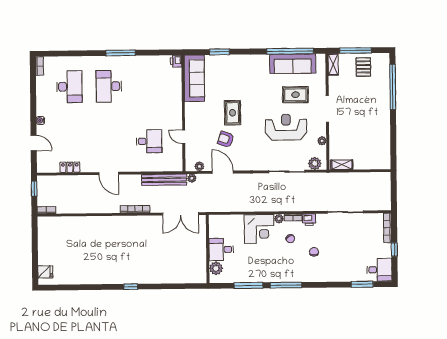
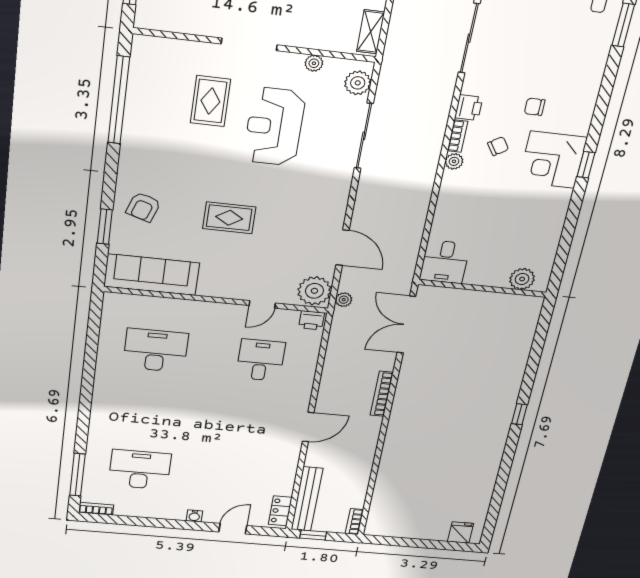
window: (121, 53) -> (77, 475), moved
printer: (176, 61) -> (312, 320), moved
sofa: (293, 64) -> (145, 98), removed
shelving: (333, 64) -> (157, 21), removed
desk: (109, 86) -> (156, 350), moved, turned 180
armchair: (226, 139) -> (143, 207), moved
plant: (199, 166) -> (314, 291), width x1.88, depth x1.88
locker: (70, 167) -> (280, 511), moved
door: (223, 172) -> (342, 248), swing flipped
bench: (164, 180) -> (307, 499), moved
double door: (181, 214) -> (406, 325), swing flipped
corner desk: (259, 229) -> (553, 160), moved, turned 180
desk: (221, 249) -> (445, 262), moved
window: (249, 285) -> (569, 229), removed
window: (286, 285) -> (586, 165), width x0.46

